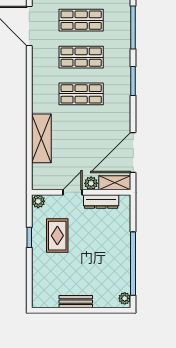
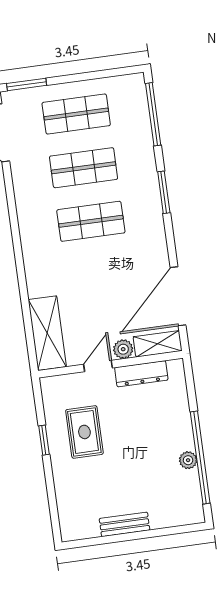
shelving: (41, 138) -> (47, 333), moved
plant: (38, 201) -> (50, 386), removed
plant: (125, 298) -> (188, 460), moved

